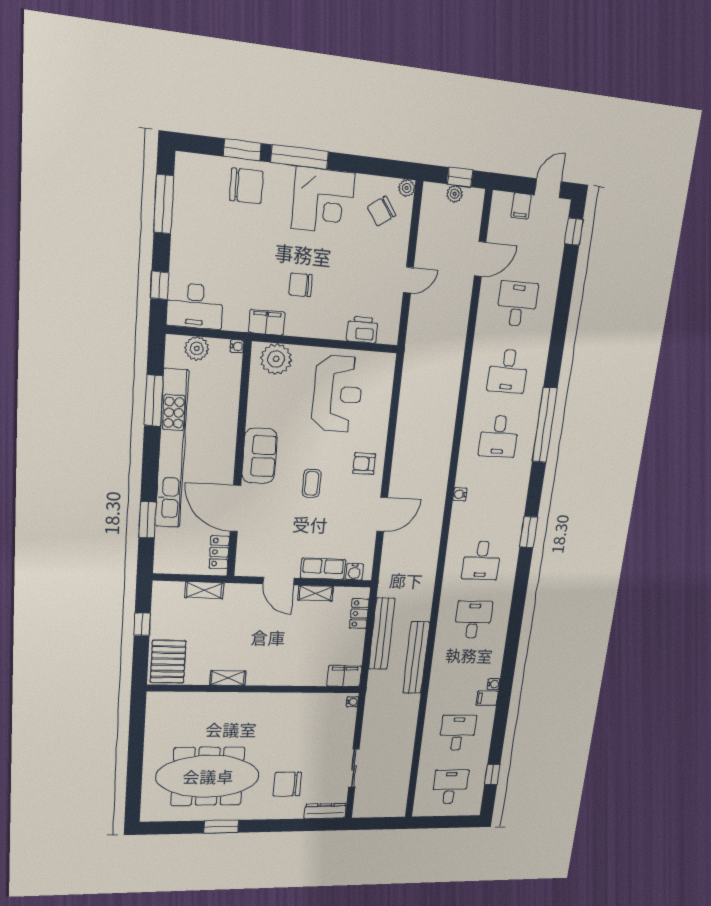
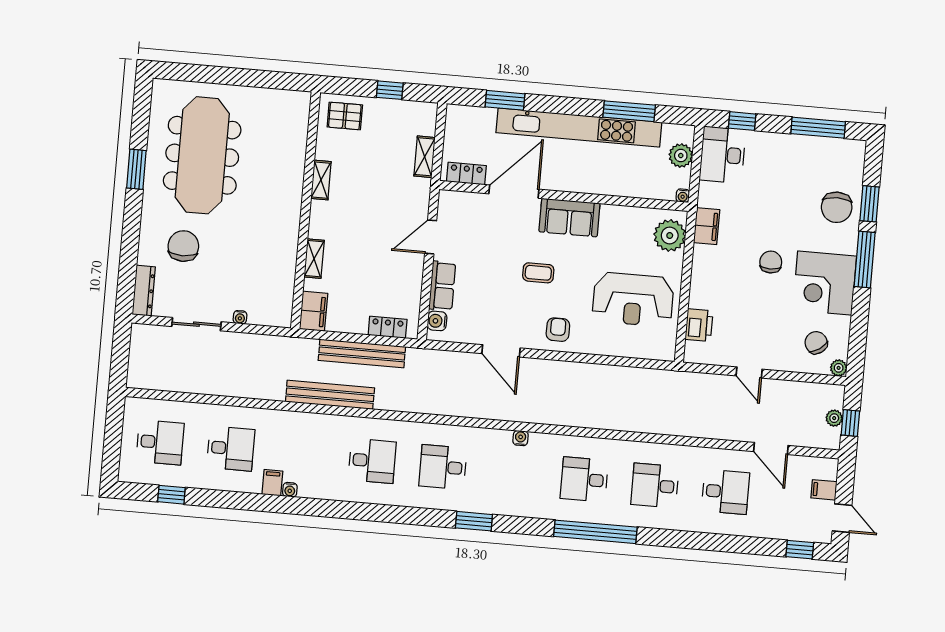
chair: (301, 285) -> (771, 262), moved
shelving: (316, 593) -> (314, 259), moved
pallet: (168, 662) -> (345, 116), width x0.67, depth x0.71
water cooler: (352, 702) -> (240, 317), moved

